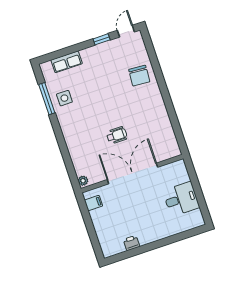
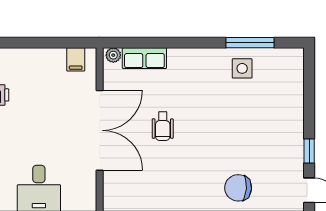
row of seats: (67, 62) -> (144, 58), moved, turned -90

